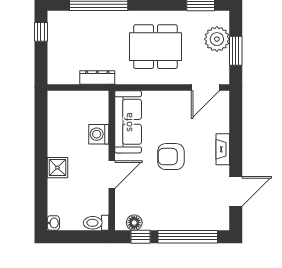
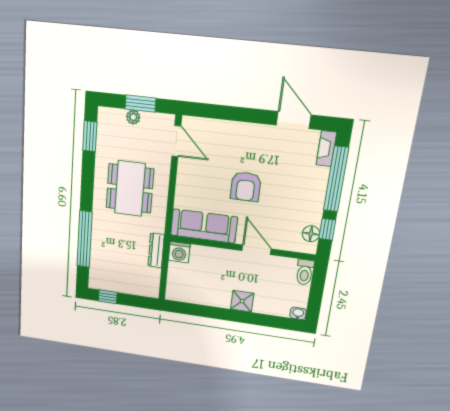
plant: (217, 39) -> (133, 117), width x0.53, depth x0.53
washing machine: (99, 134) -> (179, 252), moved
fireplace: (223, 149) -> (326, 149), moved, turned 90

